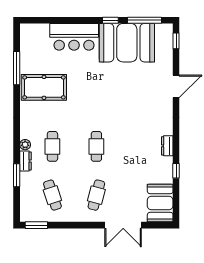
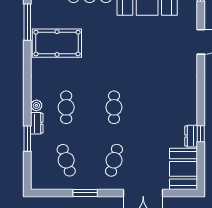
dresser: (167, 146) -> (191, 136), moved
window: (36, 225) -> (85, 193), moved

